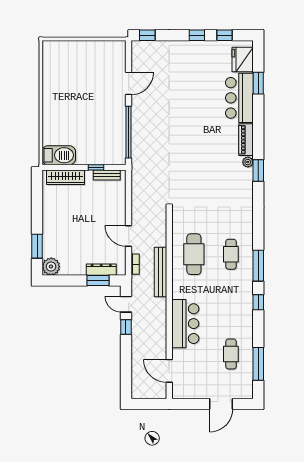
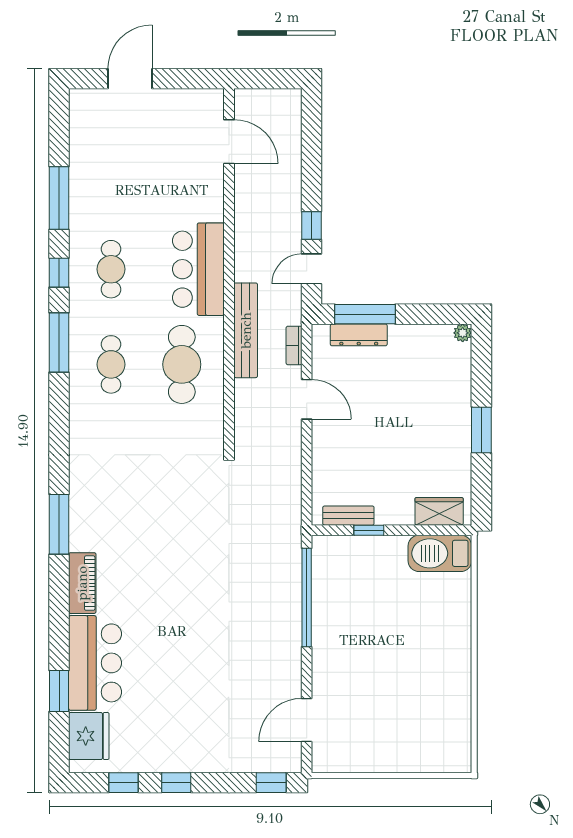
door: (129, 83) -> (307, 720), moved
plant: (248, 162) -> (79, 540), removed
window: (258, 170) -> (59, 524), width x1.44
wardrobe: (65, 177) -> (439, 511), width x0.67
window: (37, 246) -> (481, 430), moved
plant: (51, 267) -> (463, 333), width x0.53, depth x0.53
window: (98, 281) -> (365, 314), width x1.44
door: (126, 304) -> (311, 269), swing flipped
bar counter: (185, 324) -> (198, 269), moved
cafe table: (231, 354) -> (111, 269), moved
window: (258, 364) -> (59, 198), moved

